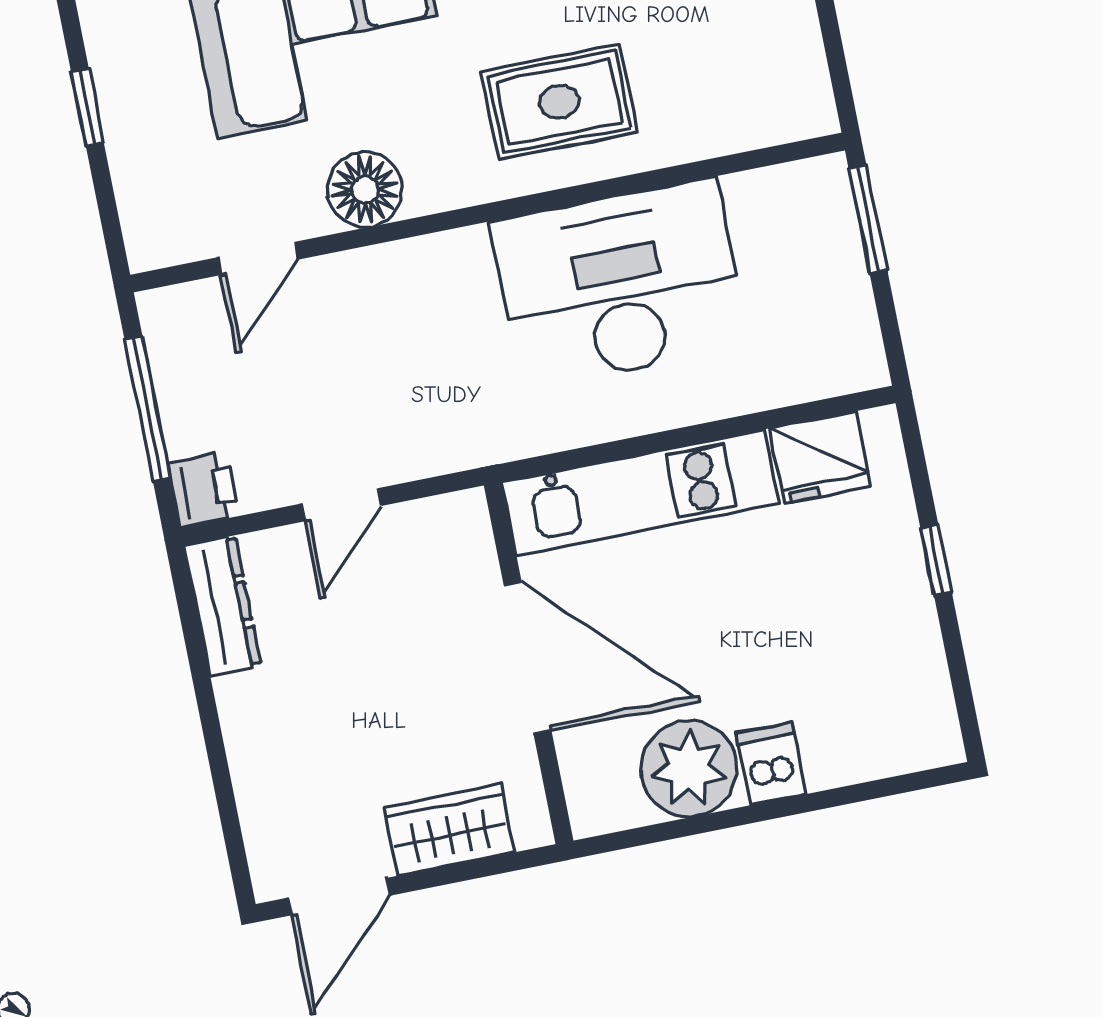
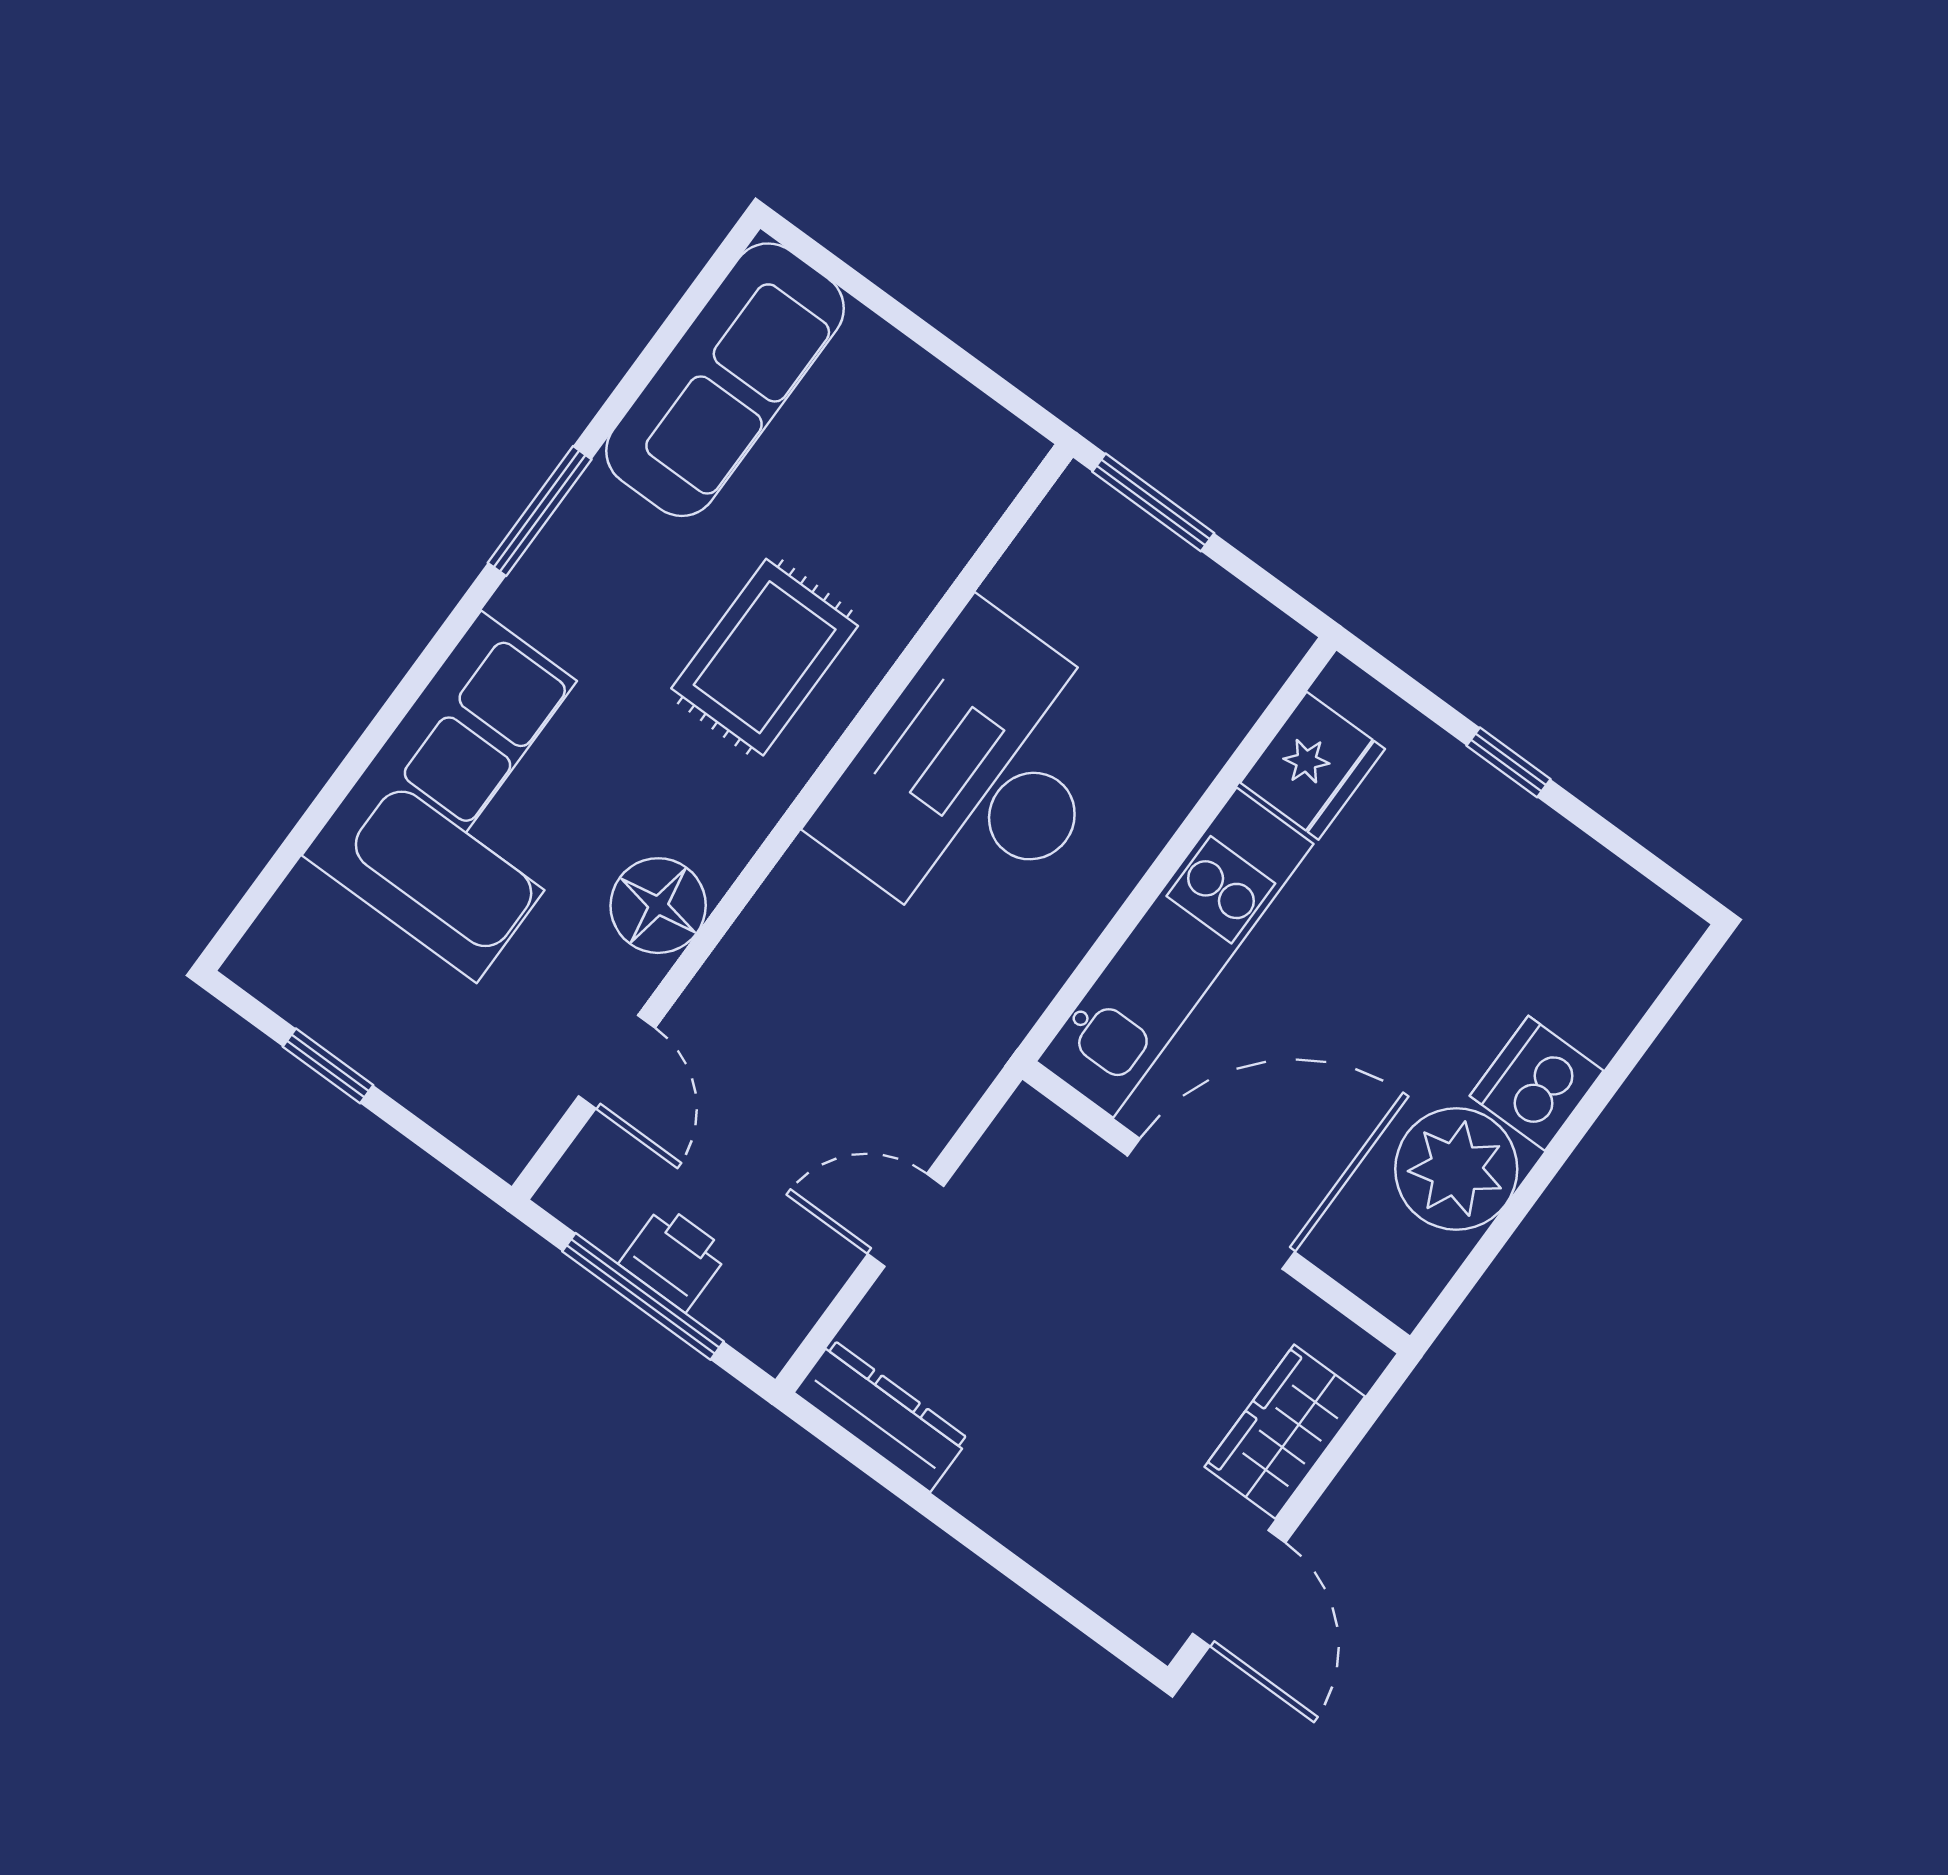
printer: (204, 489) -> (674, 1258), moved
door: (341, 505) -> (906, 1220), swing flipped
dishwasher: (771, 764) -> (1537, 1083), width x1.38

